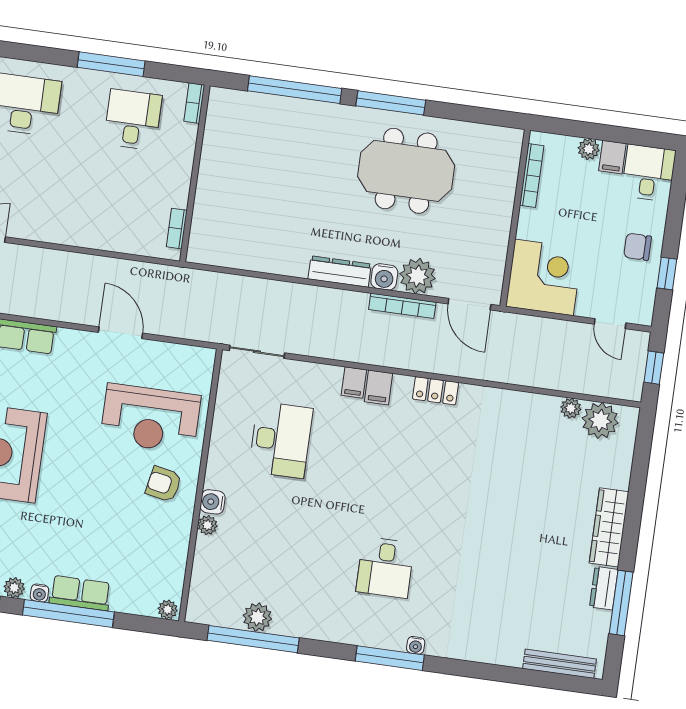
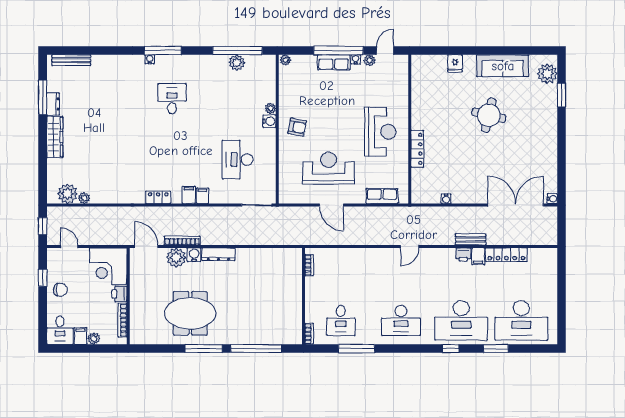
printer: (531, 224) -> (119, 294), added
reception desk: (150, 418) -> (329, 168), moved

